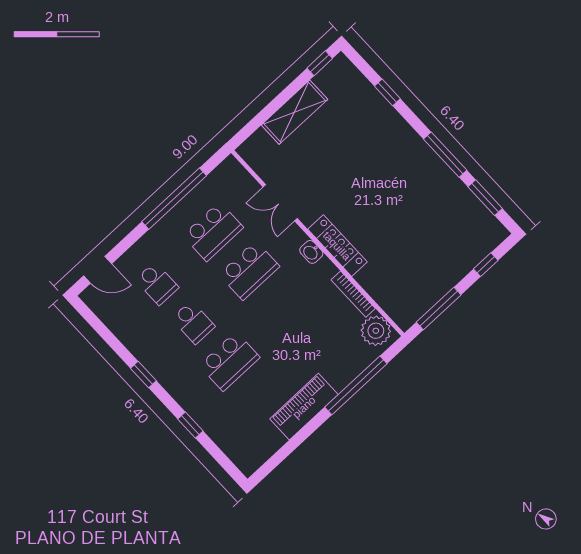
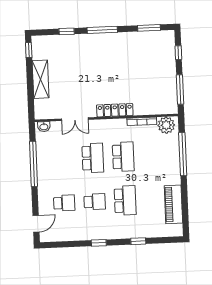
window: (445, 155) -> (102, 30), moved
school desk: (213, 232) -> (123, 157), moved
washbasin: (311, 252) -> (44, 127), moved
piano: (304, 407) -> (173, 204), moved

